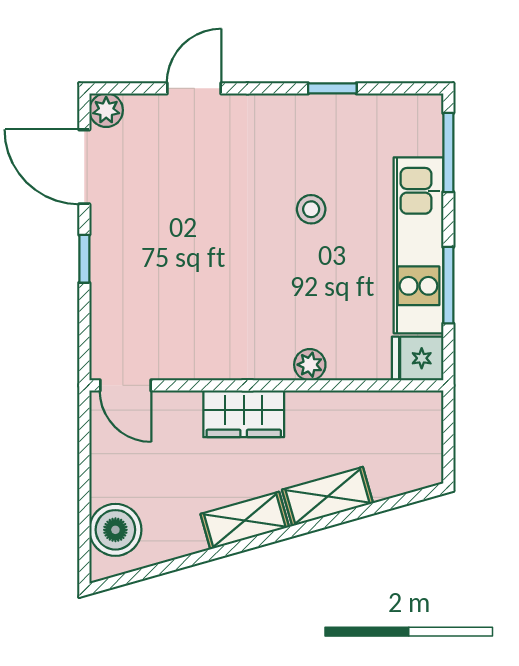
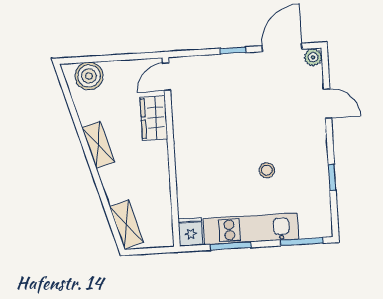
plant: (310, 365) -> (184, 174), removed
wardrobe: (244, 414) -> (154, 118), moved
shelving: (328, 496) -> (126, 225), moved

